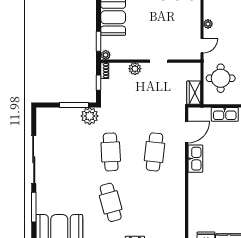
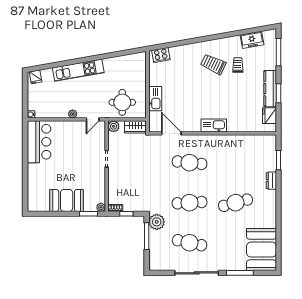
door: (202, 46) -> (93, 119), swing flipped
plant: (135, 69) -> (114, 126), moved
cafe table: (67, 152) -> (189, 243), added
kitchen sink: (195, 159) -> (214, 125), moved

